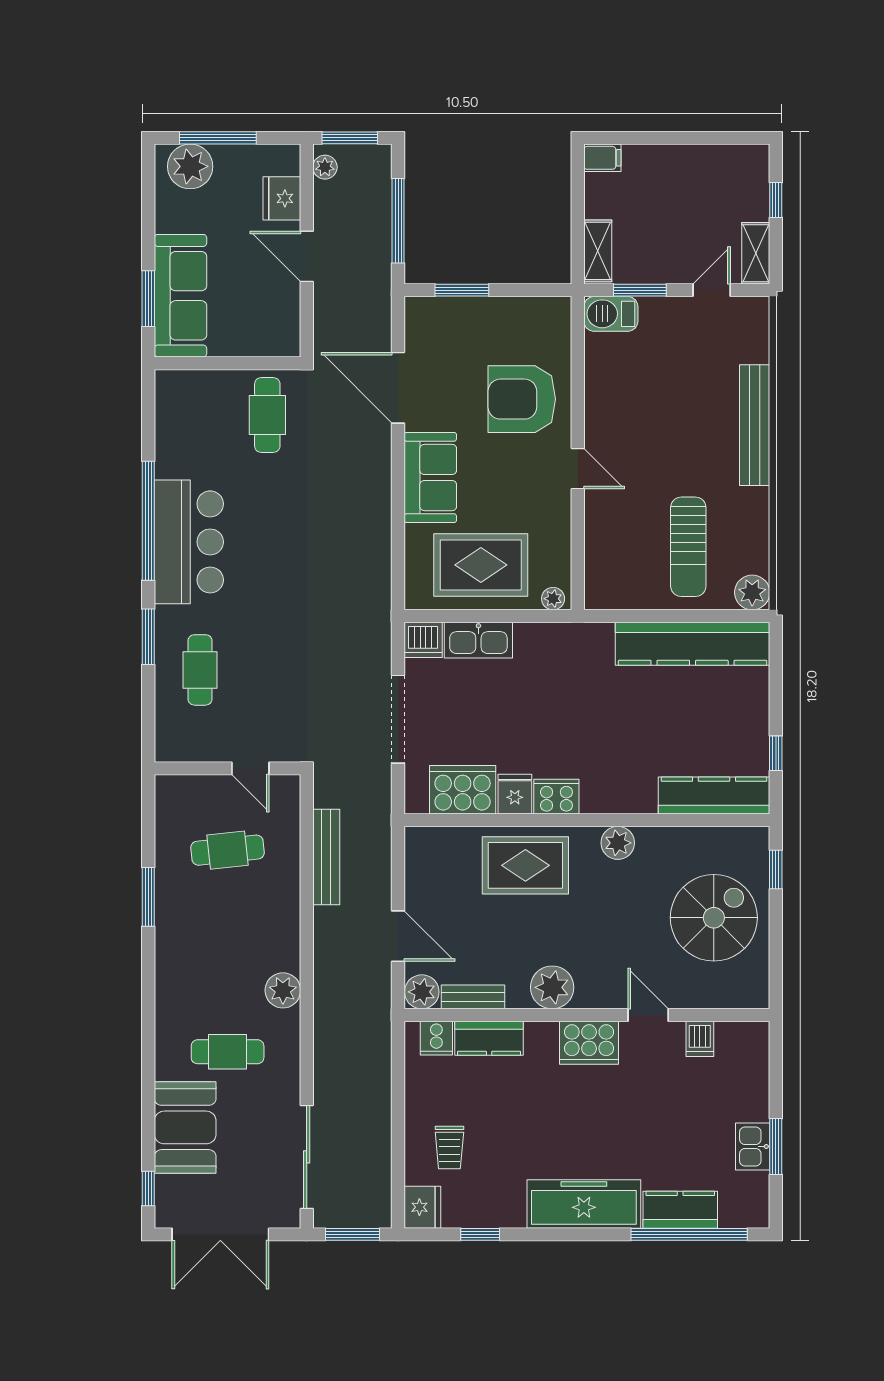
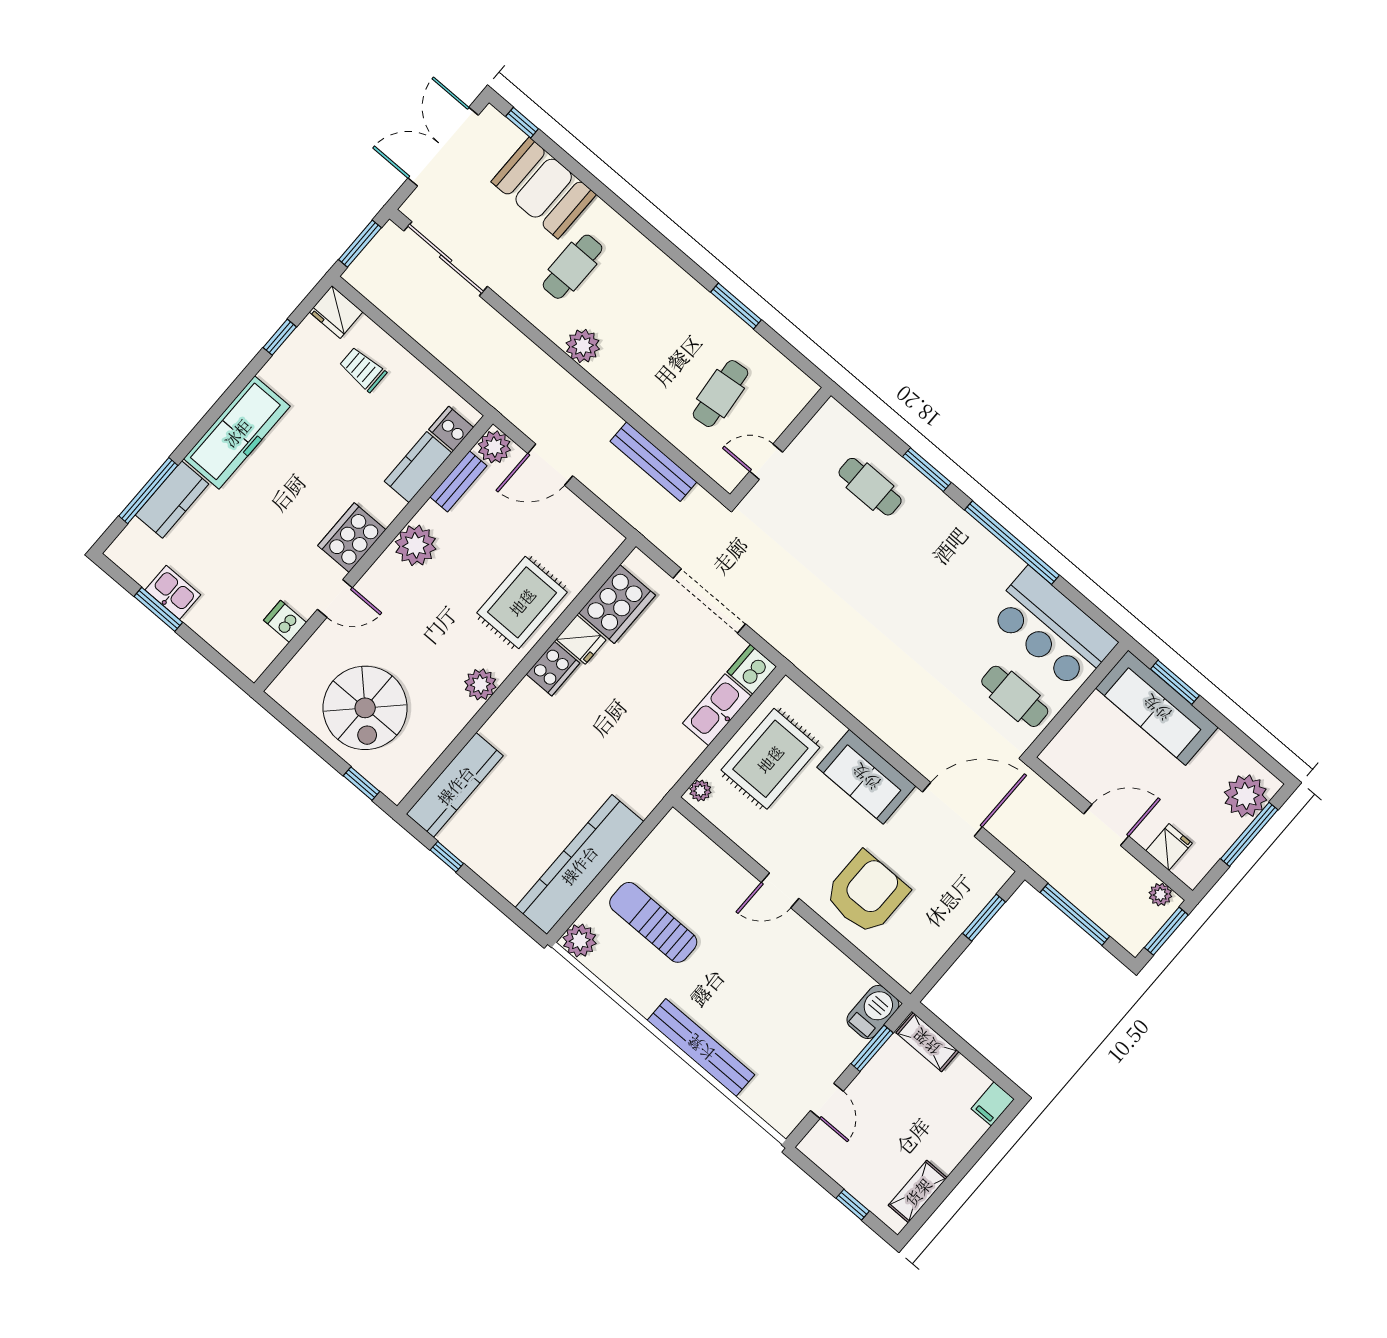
fridge: (282, 198) -> (1169, 847), width x0.72
shelving: (756, 253) -> (918, 1192), moved, turned 90
bar counter: (189, 542) -> (1052, 629), moved
window: (689, 1234) -> (148, 491), width x0.68

